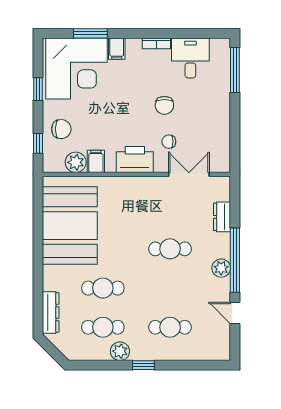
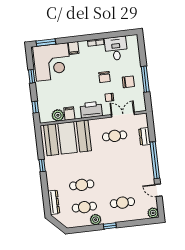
window: (90, 33) -> (46, 43), moved
window: (235, 70) -> (145, 79), moved
chair: (61, 129) -> (128, 82), moved
booth: (70, 226) -> (68, 138), moved, turned 90
window: (38, 246) -> (42, 166), added
cafe table: (170, 249) -> (115, 136), moved
plant: (221, 268) -> (153, 213), moved

